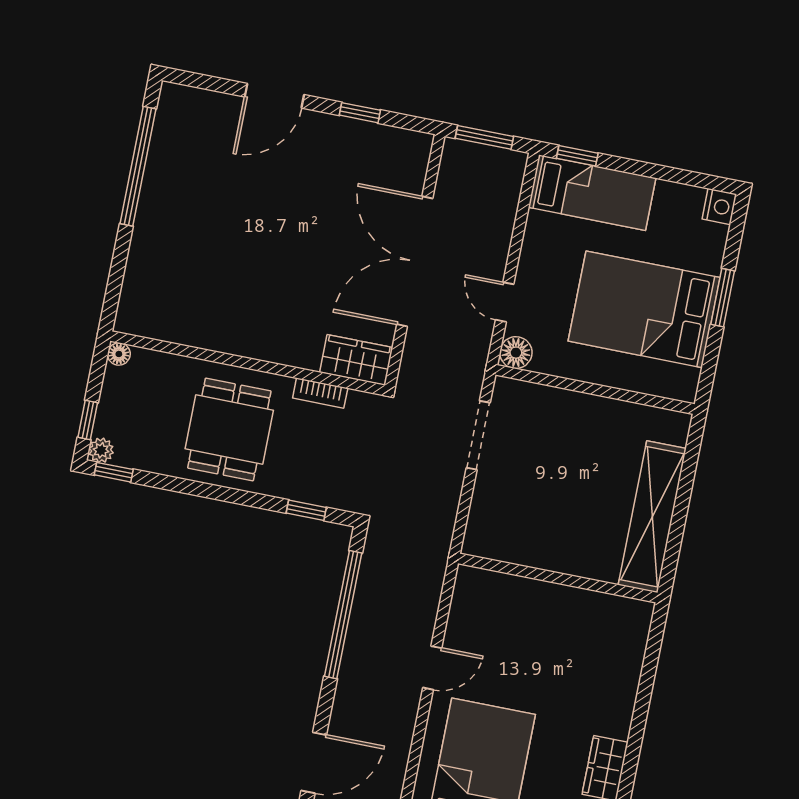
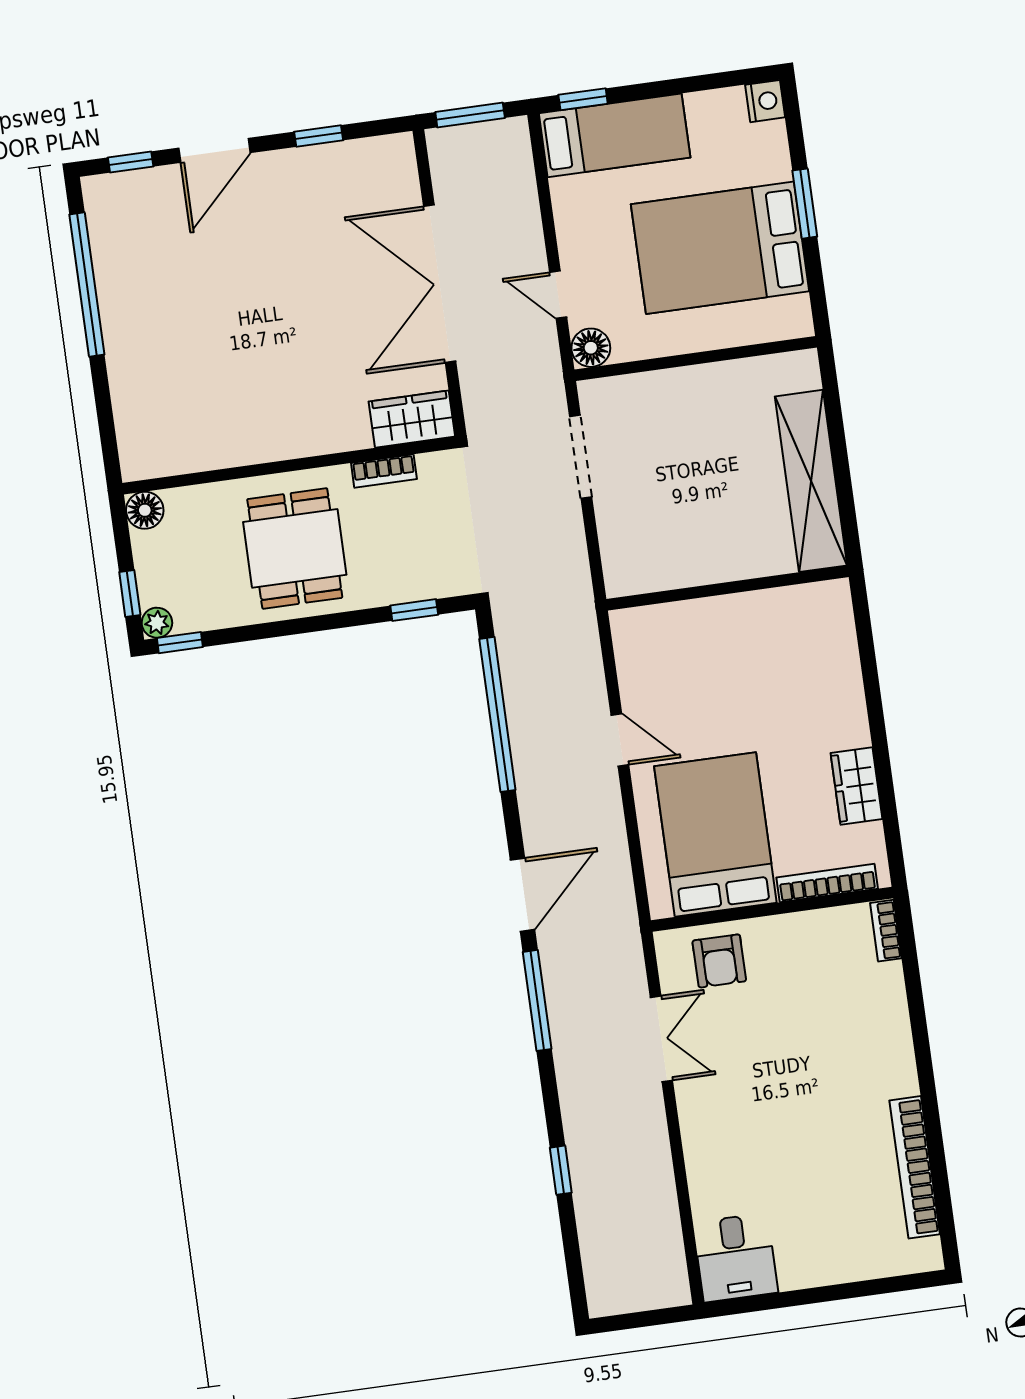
window: (206, 82) -> (131, 162), added
floor lamp: (119, 354) -> (145, 510), width x1.37, depth x1.37
door: (432, 668) -> (620, 740), hinge flipped

